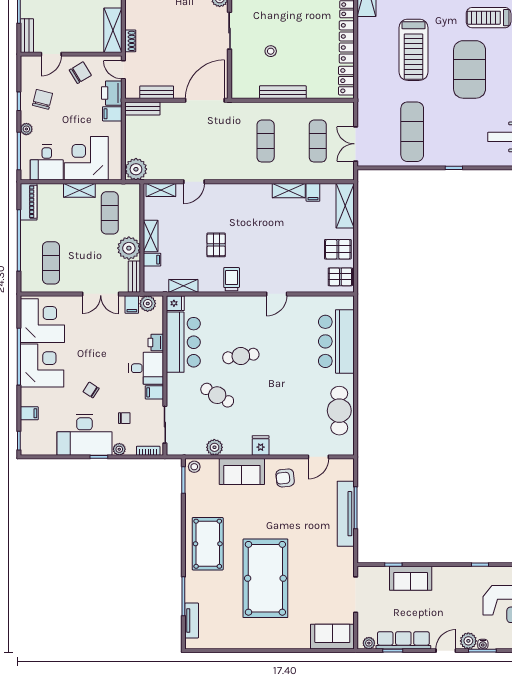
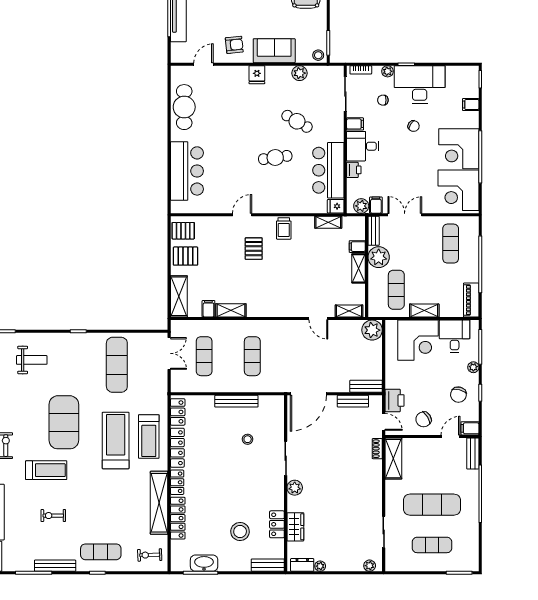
treadmill: (378, 54) -> (149, 437), added
filing cabinet: (112, 114) -> (470, 428), moved, turned 180
door: (194, 182) -> (318, 319), swing flipped
pallet: (216, 245) -> (254, 249), moved

